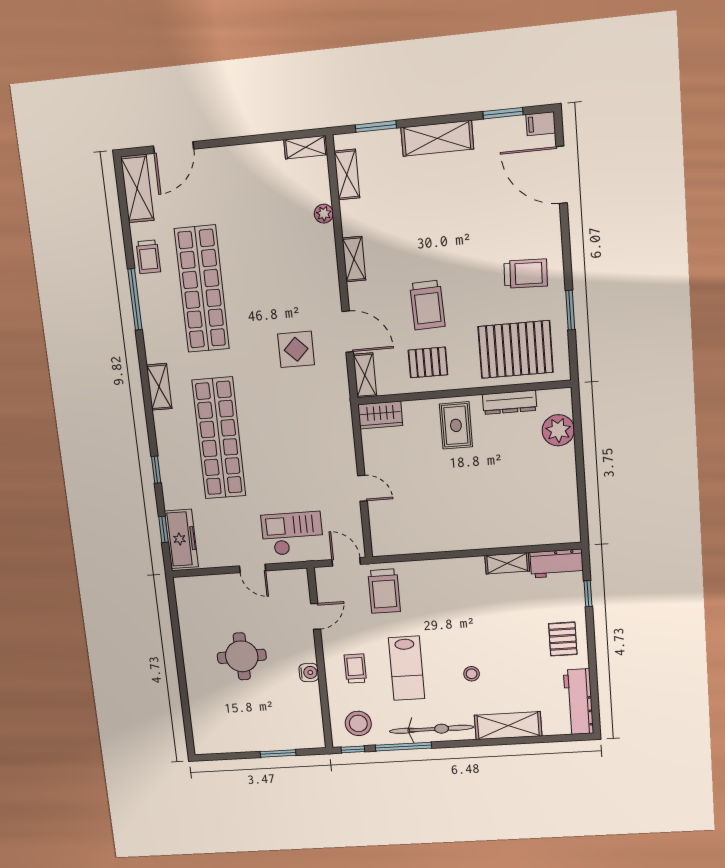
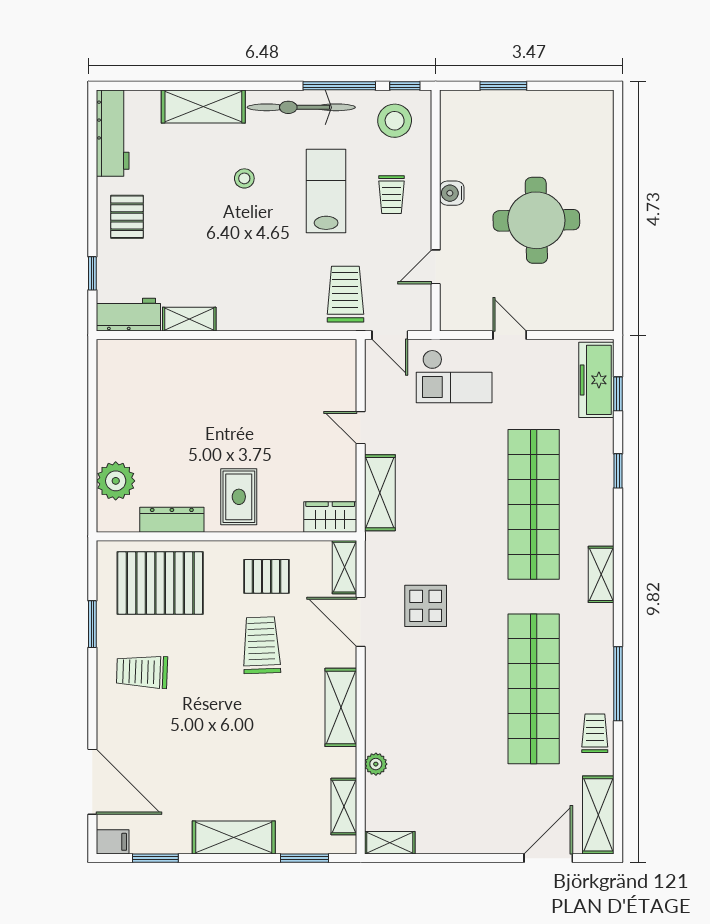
shelving: (354, 259) -> (341, 707), width x1.50, depth x1.33
shelving: (342, 438) -> (380, 493), added
round table: (242, 656) -> (536, 220), width x1.36, depth x1.36

